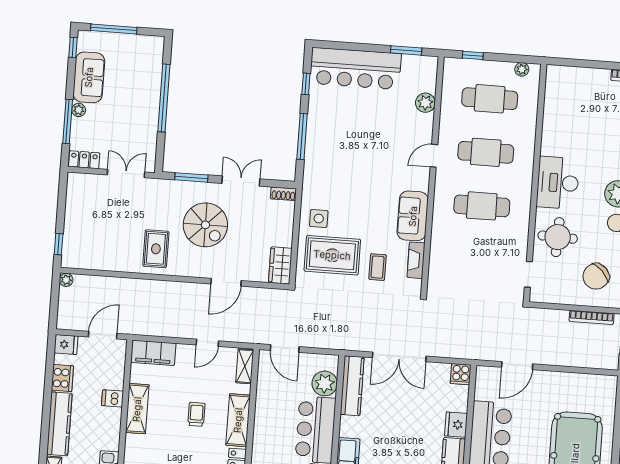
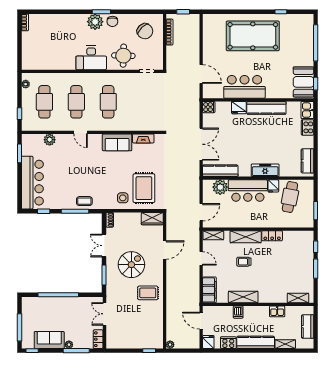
coffee table: (378, 267) -> (84, 201), moved
door: (226, 282) -> (165, 250), hinge flipped

